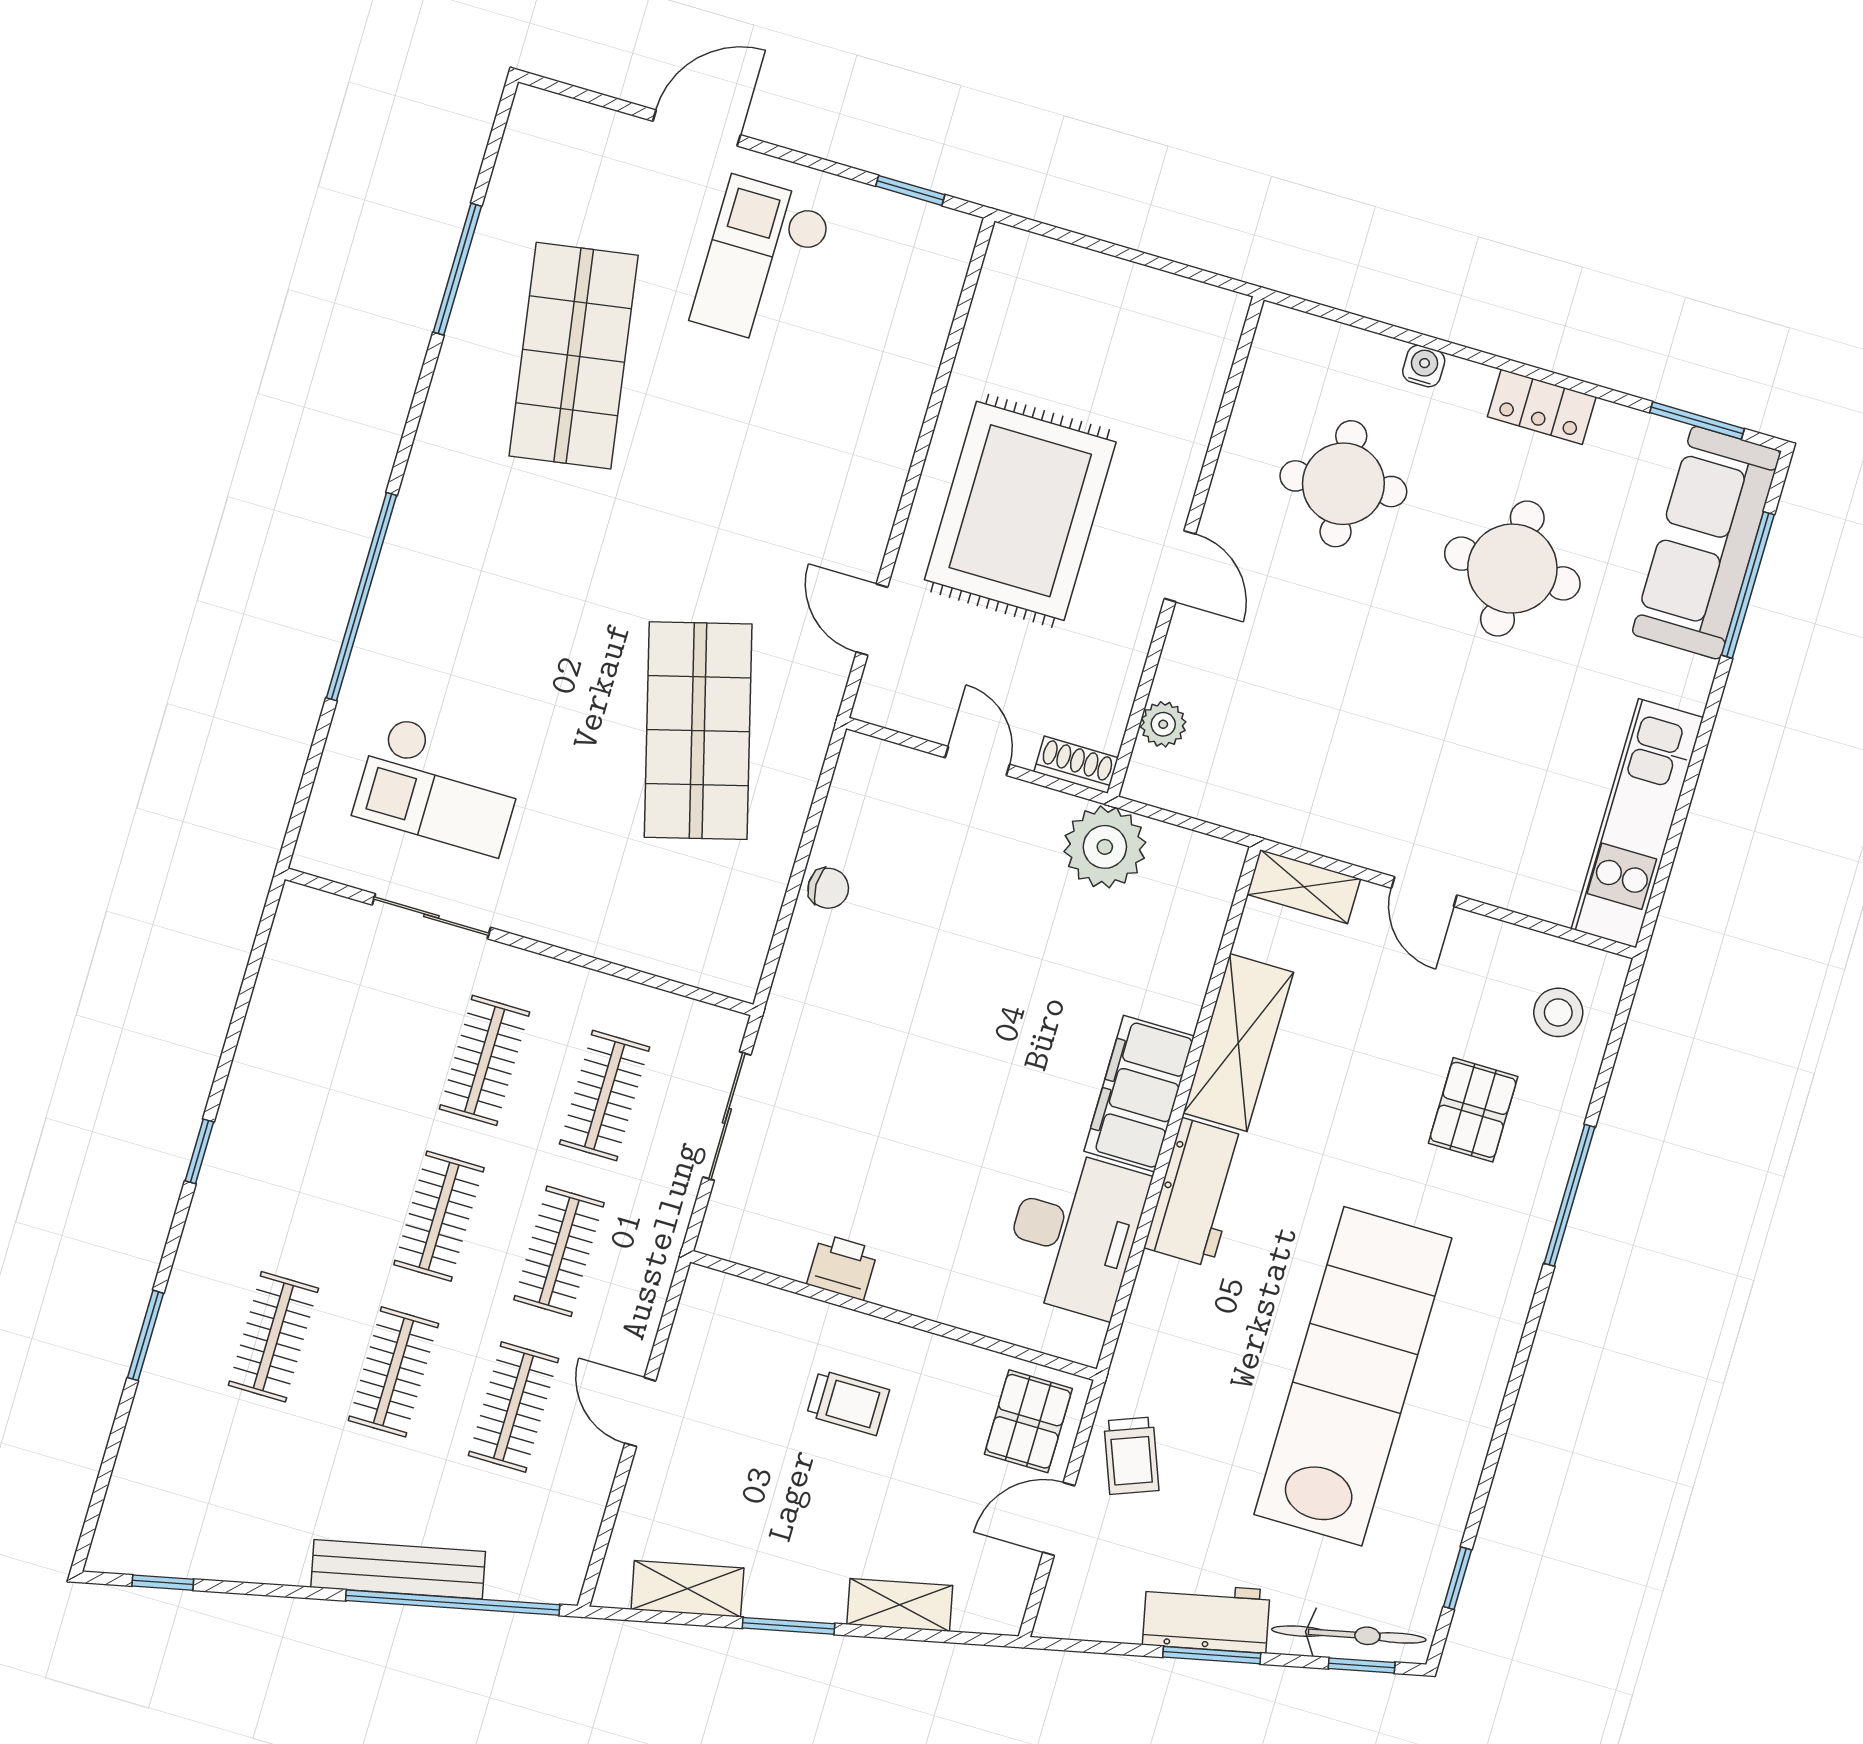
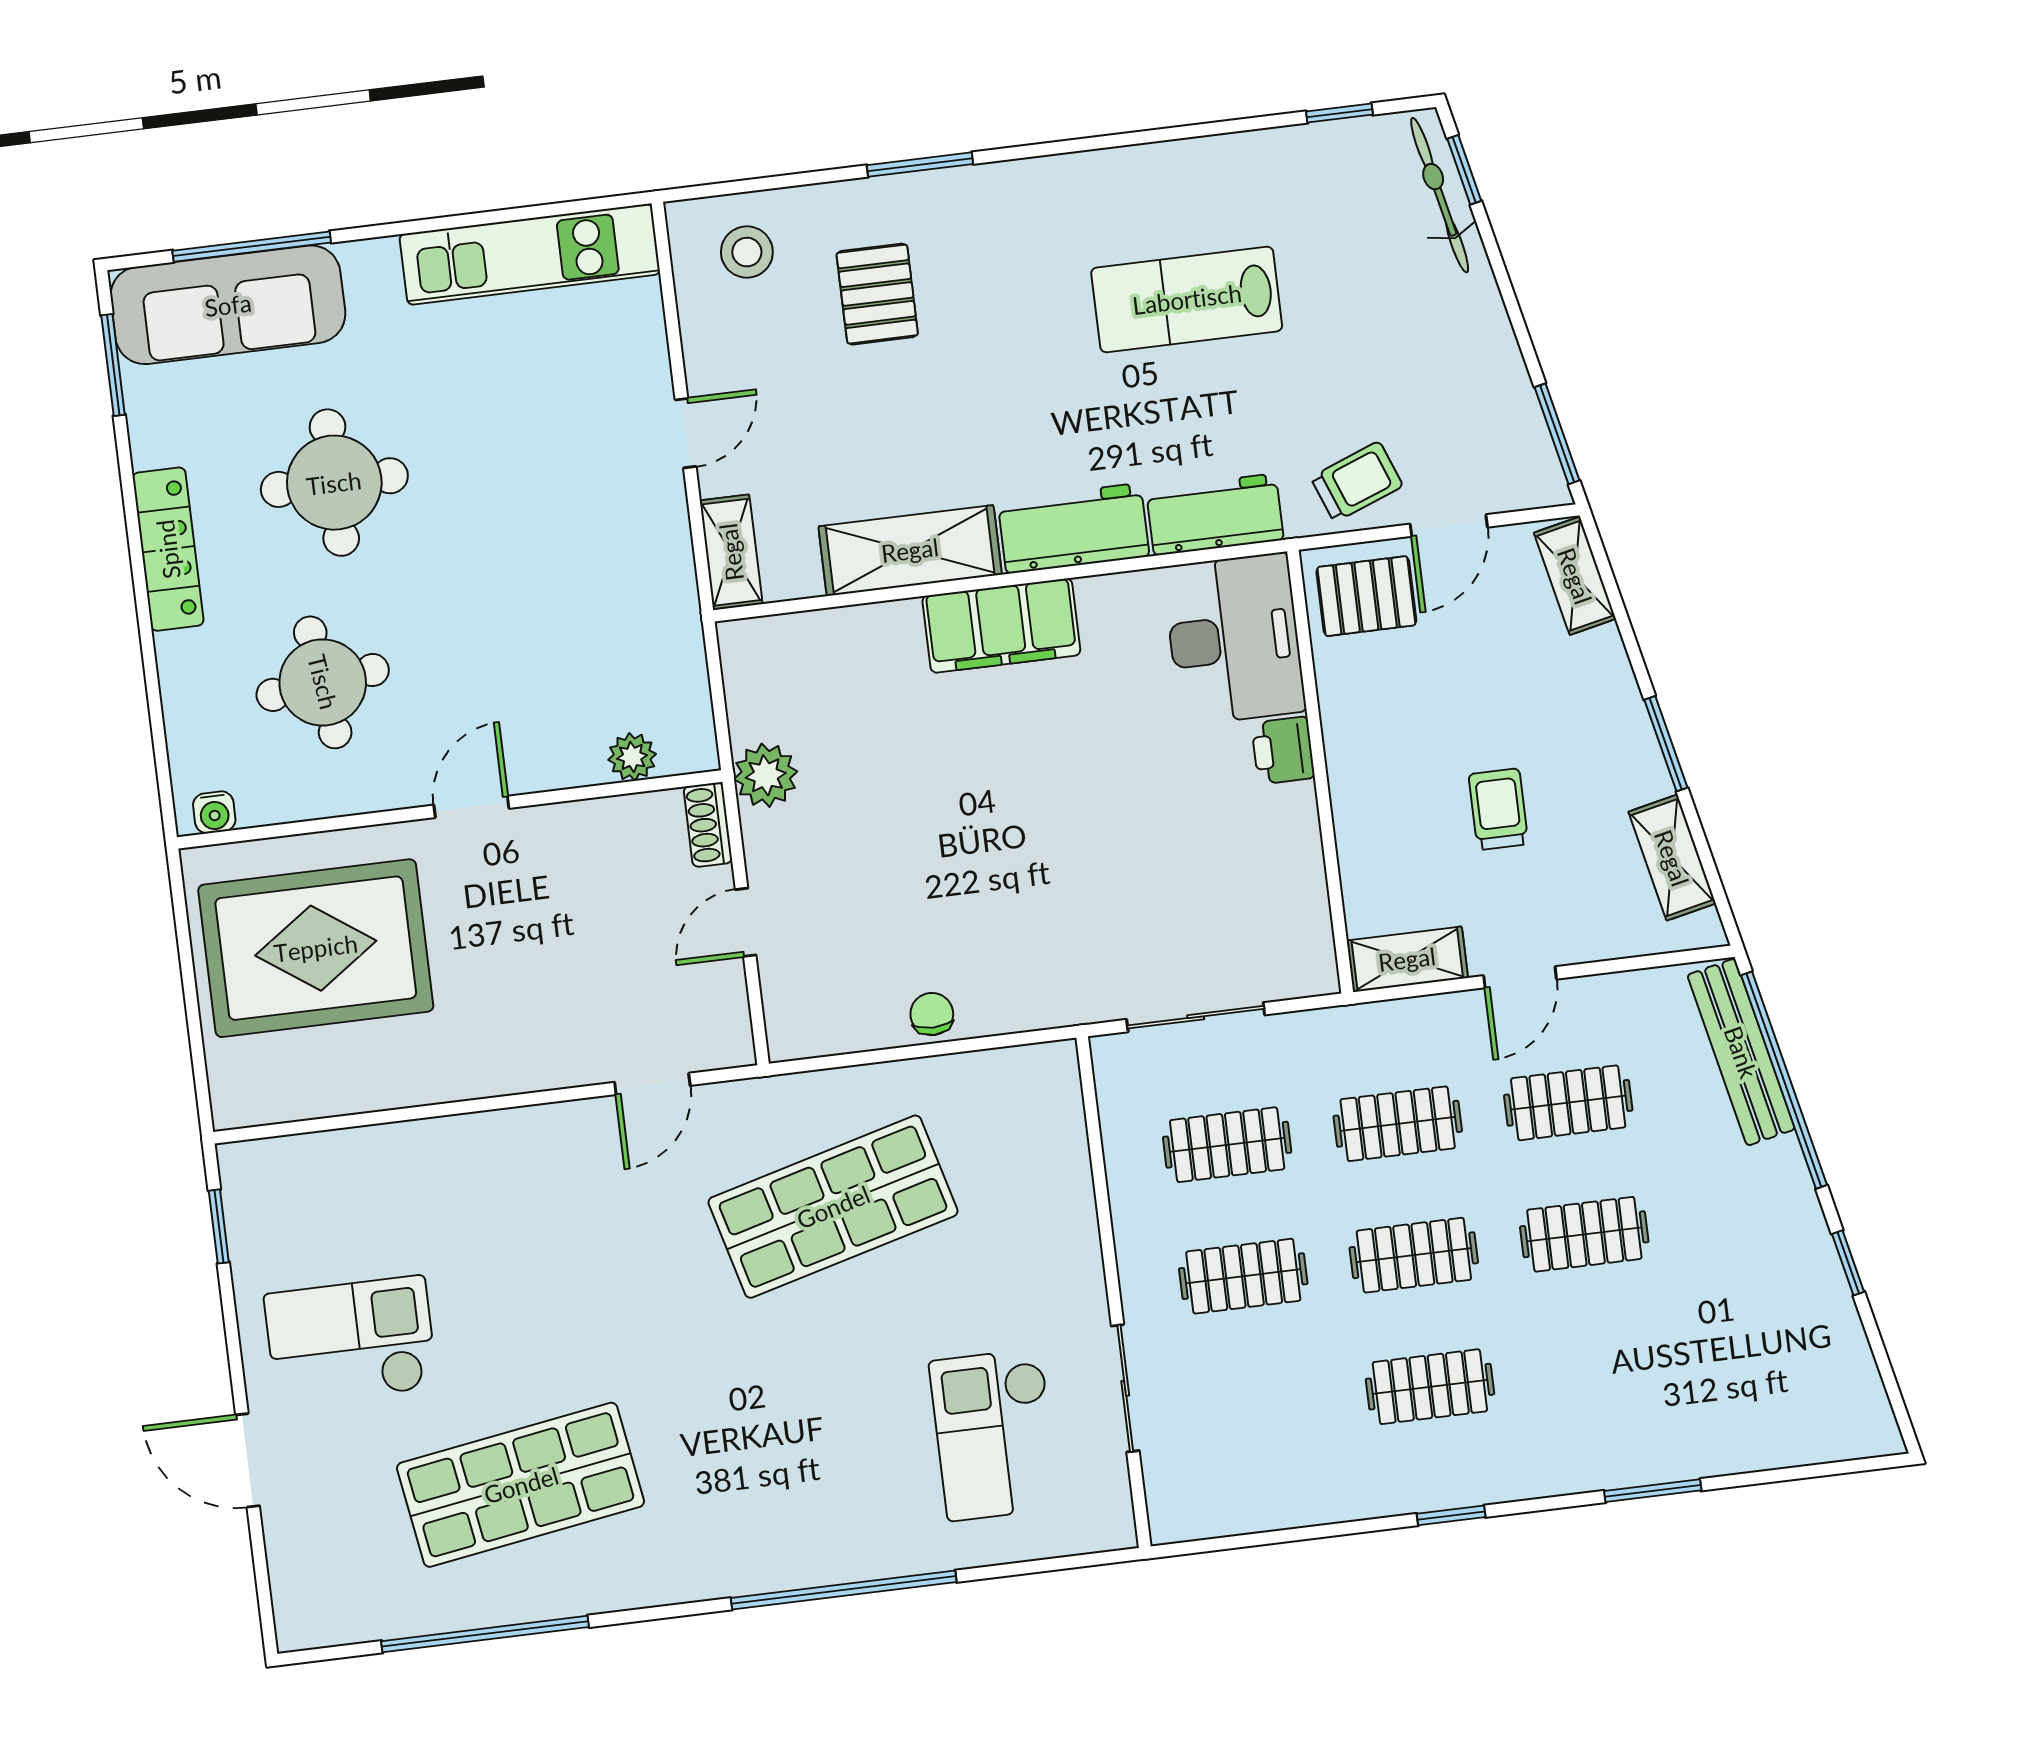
checkout: (762, 262) -> (351, 1341), turned 180
window: (457, 269) -> (485, 1634), width x1.46
water cooler: (1424, 366) -> (214, 812), moved, turned -90
locker: (1542, 407) -> (168, 549), width x1.53
rug: (1020, 511) -> (316, 948), moved
checkout: (440, 785) -> (995, 1435), turned 180
plant: (1105, 847) -> (766, 775), width x0.73, depth x0.73
pallet: (1473, 1110) -> (877, 294), turned 90
window: (1569, 1195) -> (920, 165), width x0.69
desk: (1075, 1233) -> (1234, 639), moved, turned 90
printer: (842, 1267) -> (1283, 750), moved
shelving: (698, 1321) -> (1407, 959), added
clothes rail: (273, 1337) -> (1430, 1387), moved
lab bench: (1353, 1376) -> (1187, 299), width x0.54, depth x0.72
trolley: (848, 1403) -> (1498, 809), moved
door: (1059, 1519) -> (1449, 526), hinge flipped
bench: (398, 1569) -> (1741, 1052), moved
window: (163, 1583) -> (1848, 1263), moved
shelving: (900, 1605) -> (1575, 576), moved
workbench: (1206, 1617) -> (1215, 515), moved, turned 102
window: (1212, 1655) -> (1557, 434), moved

